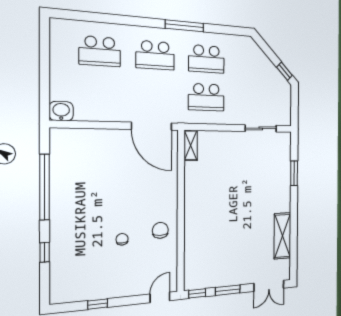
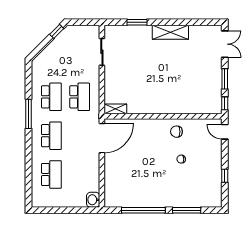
shelving: (282, 236) -> (170, 32), moved
window: (45, 252) -> (187, 210), width x2.17

